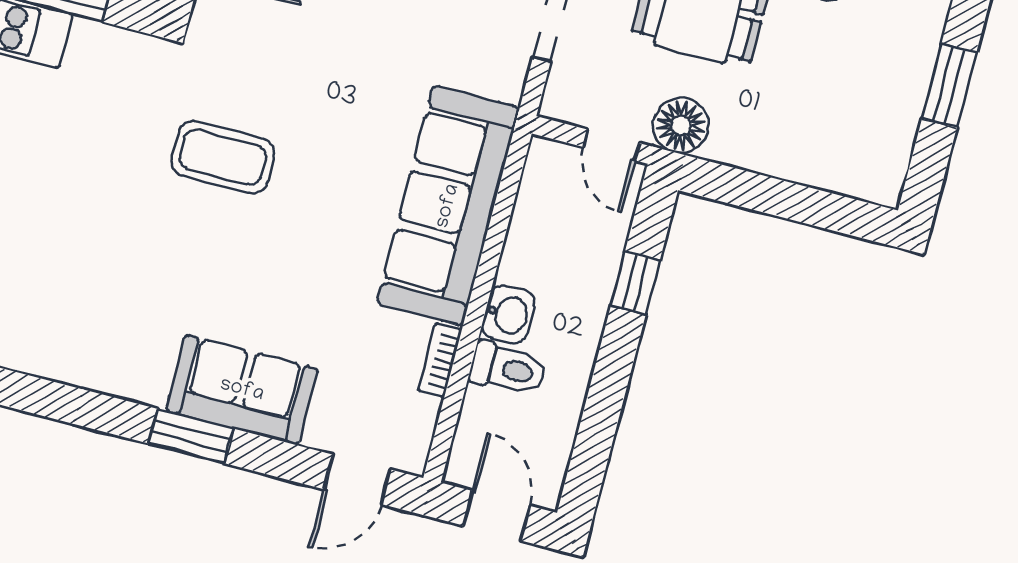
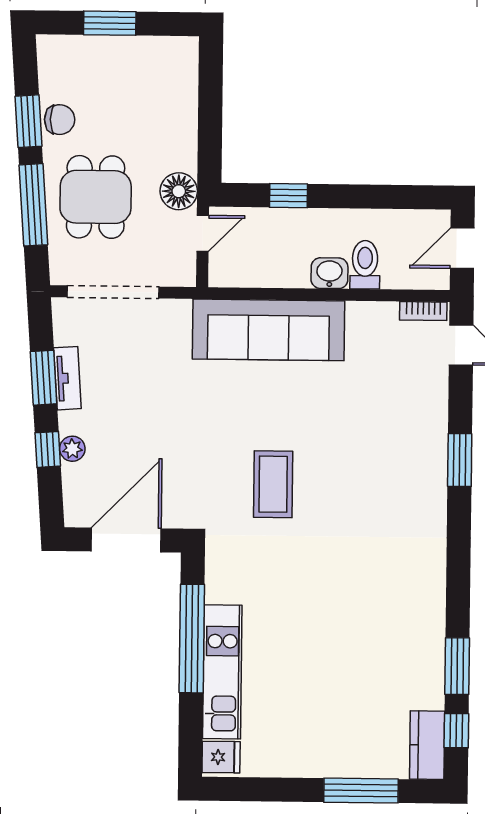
bookcase: (440, 360) -> (423, 311), moved
sofa: (242, 390) -> (421, 434), removed

